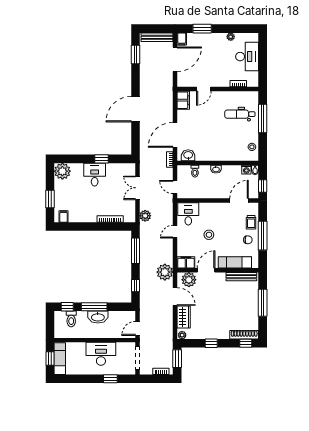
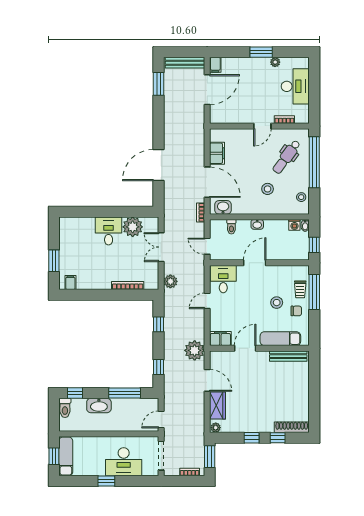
window: (202, 29) -> (261, 52), moved
door: (204, 89) -> (262, 126), moved
filing cabinet: (183, 100) -> (217, 153), moved
door: (135, 109) -> (159, 165), moved
dental chair: (240, 114) -> (286, 157), turned -54
window: (263, 118) -> (314, 162), width x1.46
door: (175, 135) -> (207, 182), swing flipped
stool: (224, 140) -> (268, 189), added
window: (101, 159) -> (117, 212), removed
plant: (62, 171) -> (133, 227), moved
door: (239, 201) -> (255, 263), moved
stool: (209, 235) -> (277, 303), moved
window: (263, 236) -> (314, 292), moved
window: (135, 251) -> (159, 324), width x0.46
plant: (189, 280) -> (224, 360), removed
window: (263, 303) -> (314, 388), removed
window: (94, 307) -> (125, 393), moved
washbasin: (98, 317) -> (99, 406), moved
toilet: (71, 319) -> (65, 408), moved
window: (246, 343) -> (278, 438), moved
desk: (101, 354) -> (124, 462), moved, turned 180
window: (110, 379) -> (106, 481), moved

